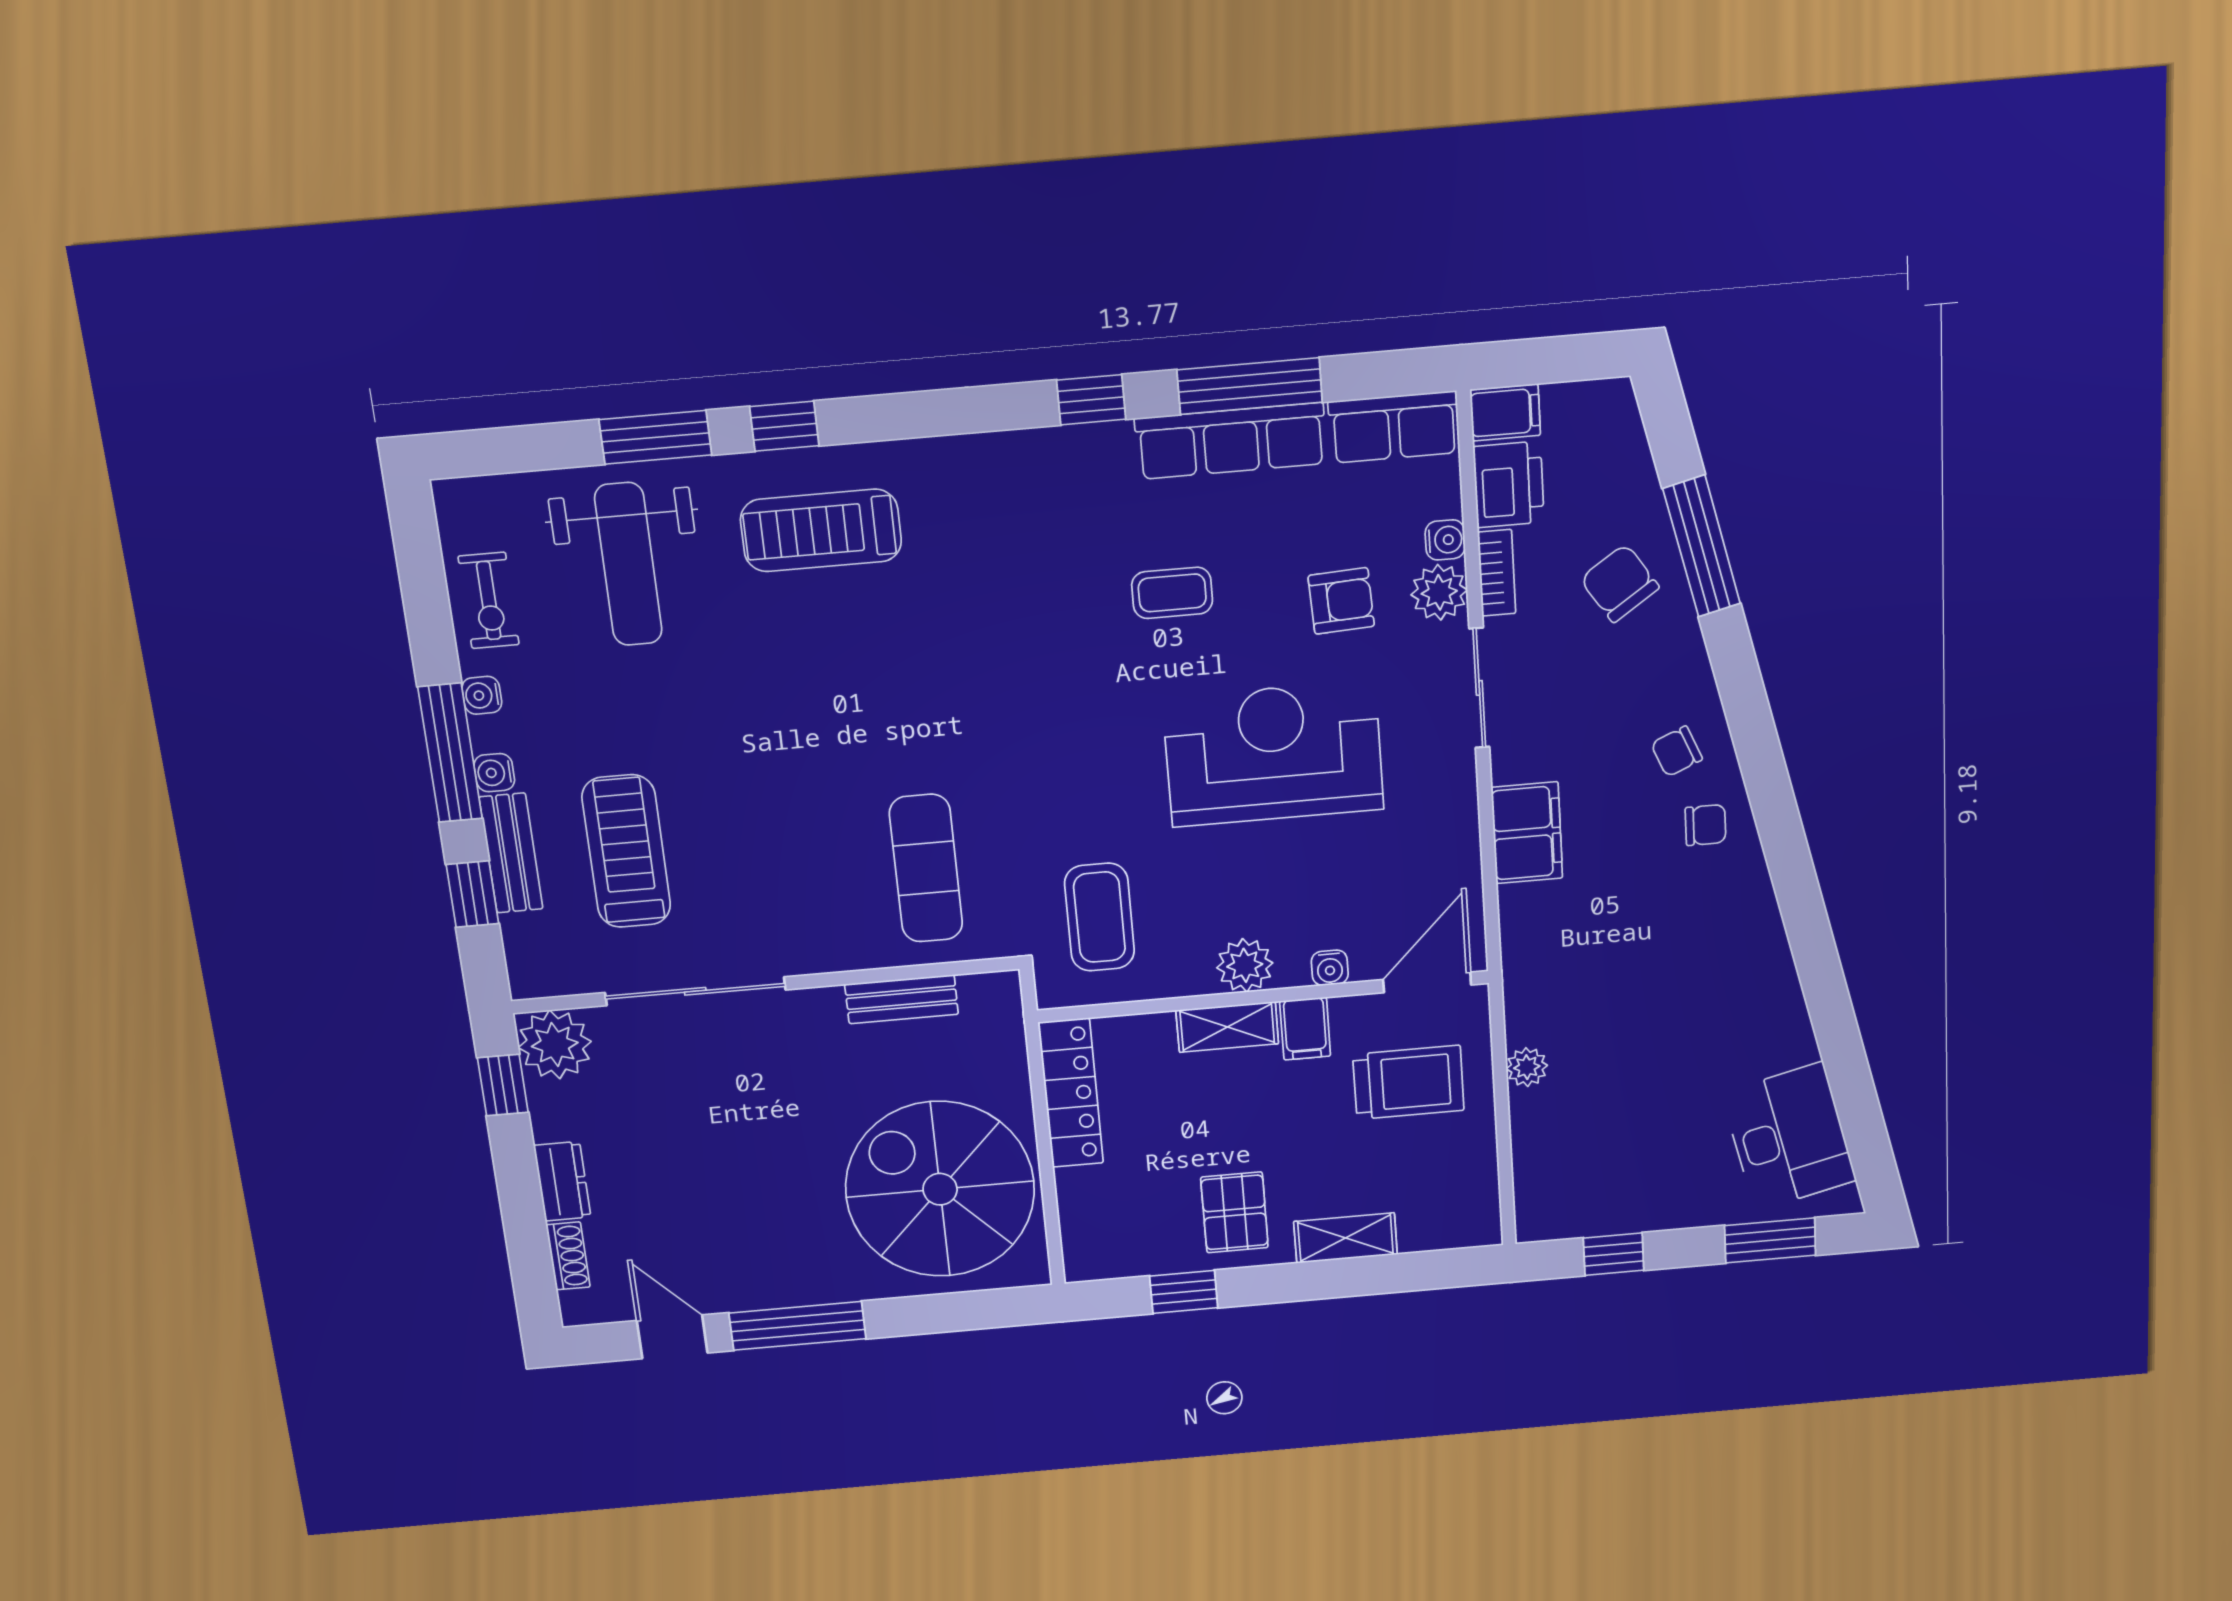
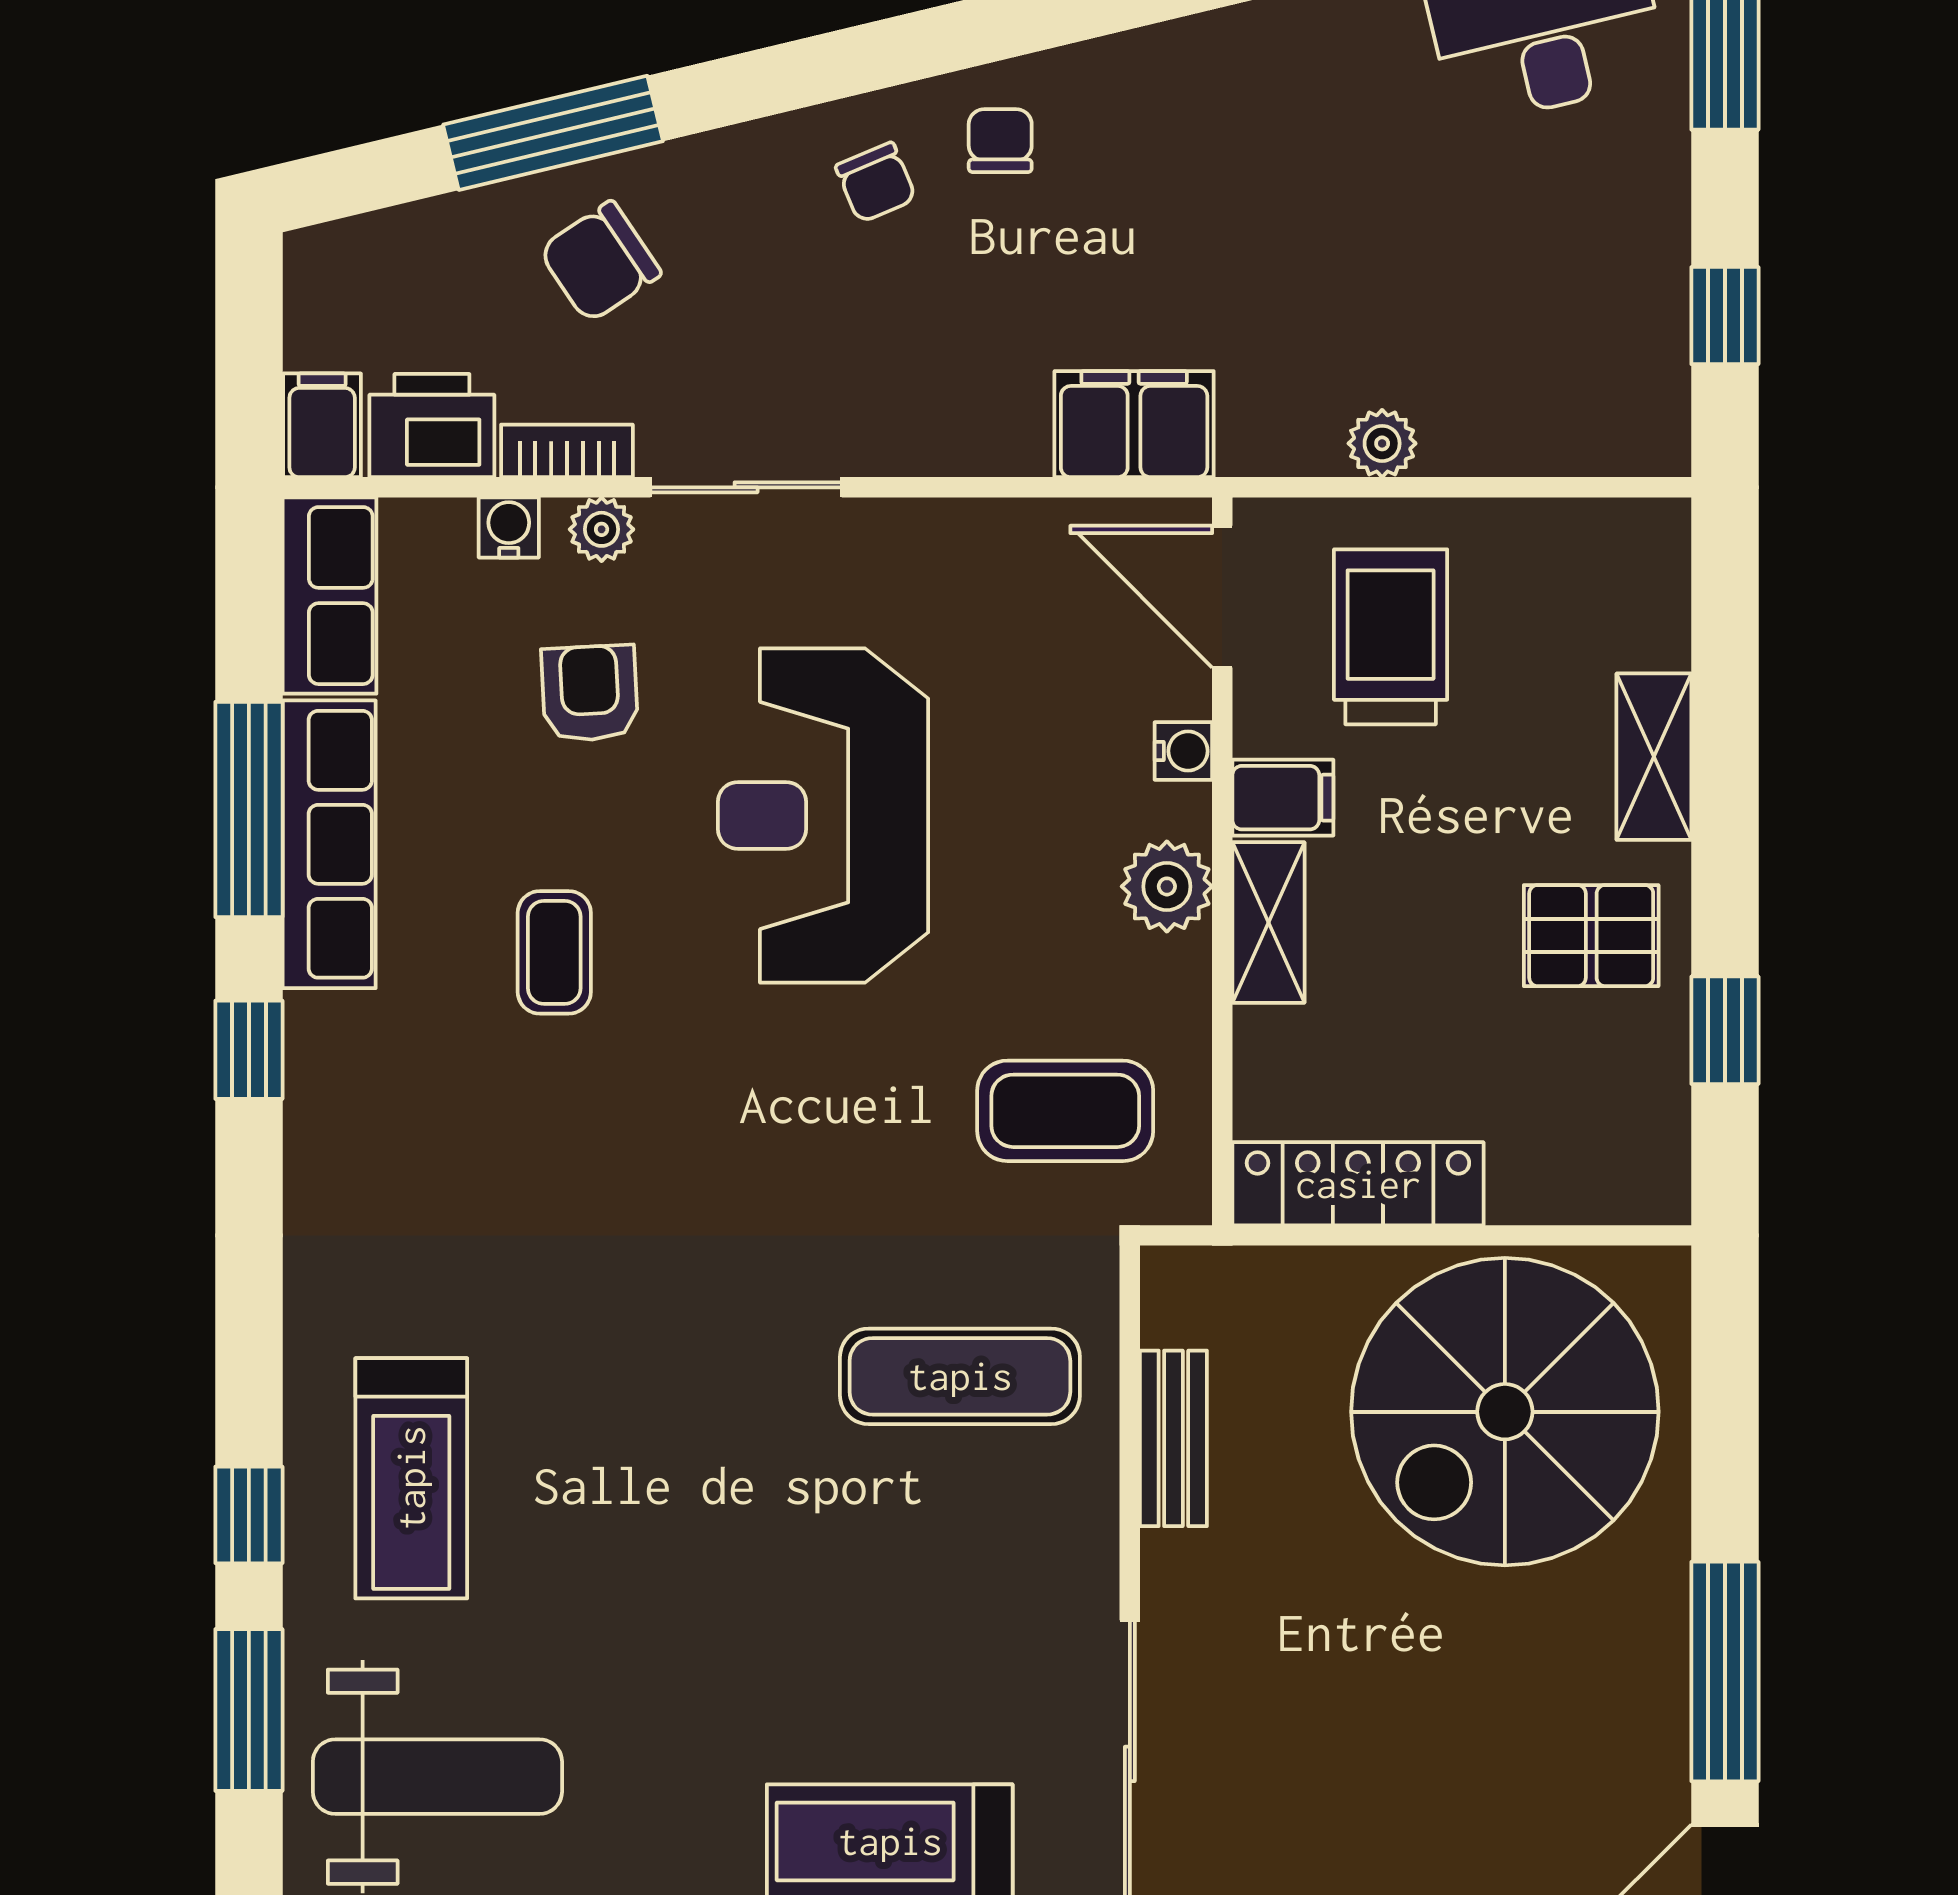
plant: (1439, 592) -> (602, 529), width x0.73, depth x0.73
filing cabinet: (1527, 833) -> (1134, 424), moved

